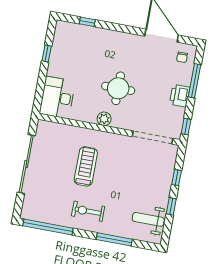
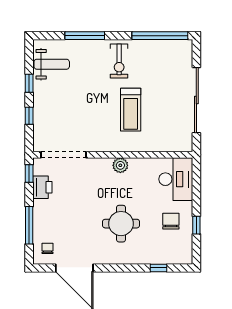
chair: (69, 61) -> (171, 221), added
round table: (118, 88) -> (121, 224), moved
printer: (180, 96) -> (42, 187), moved
exercise bike: (88, 211) -> (119, 61), turned 90

